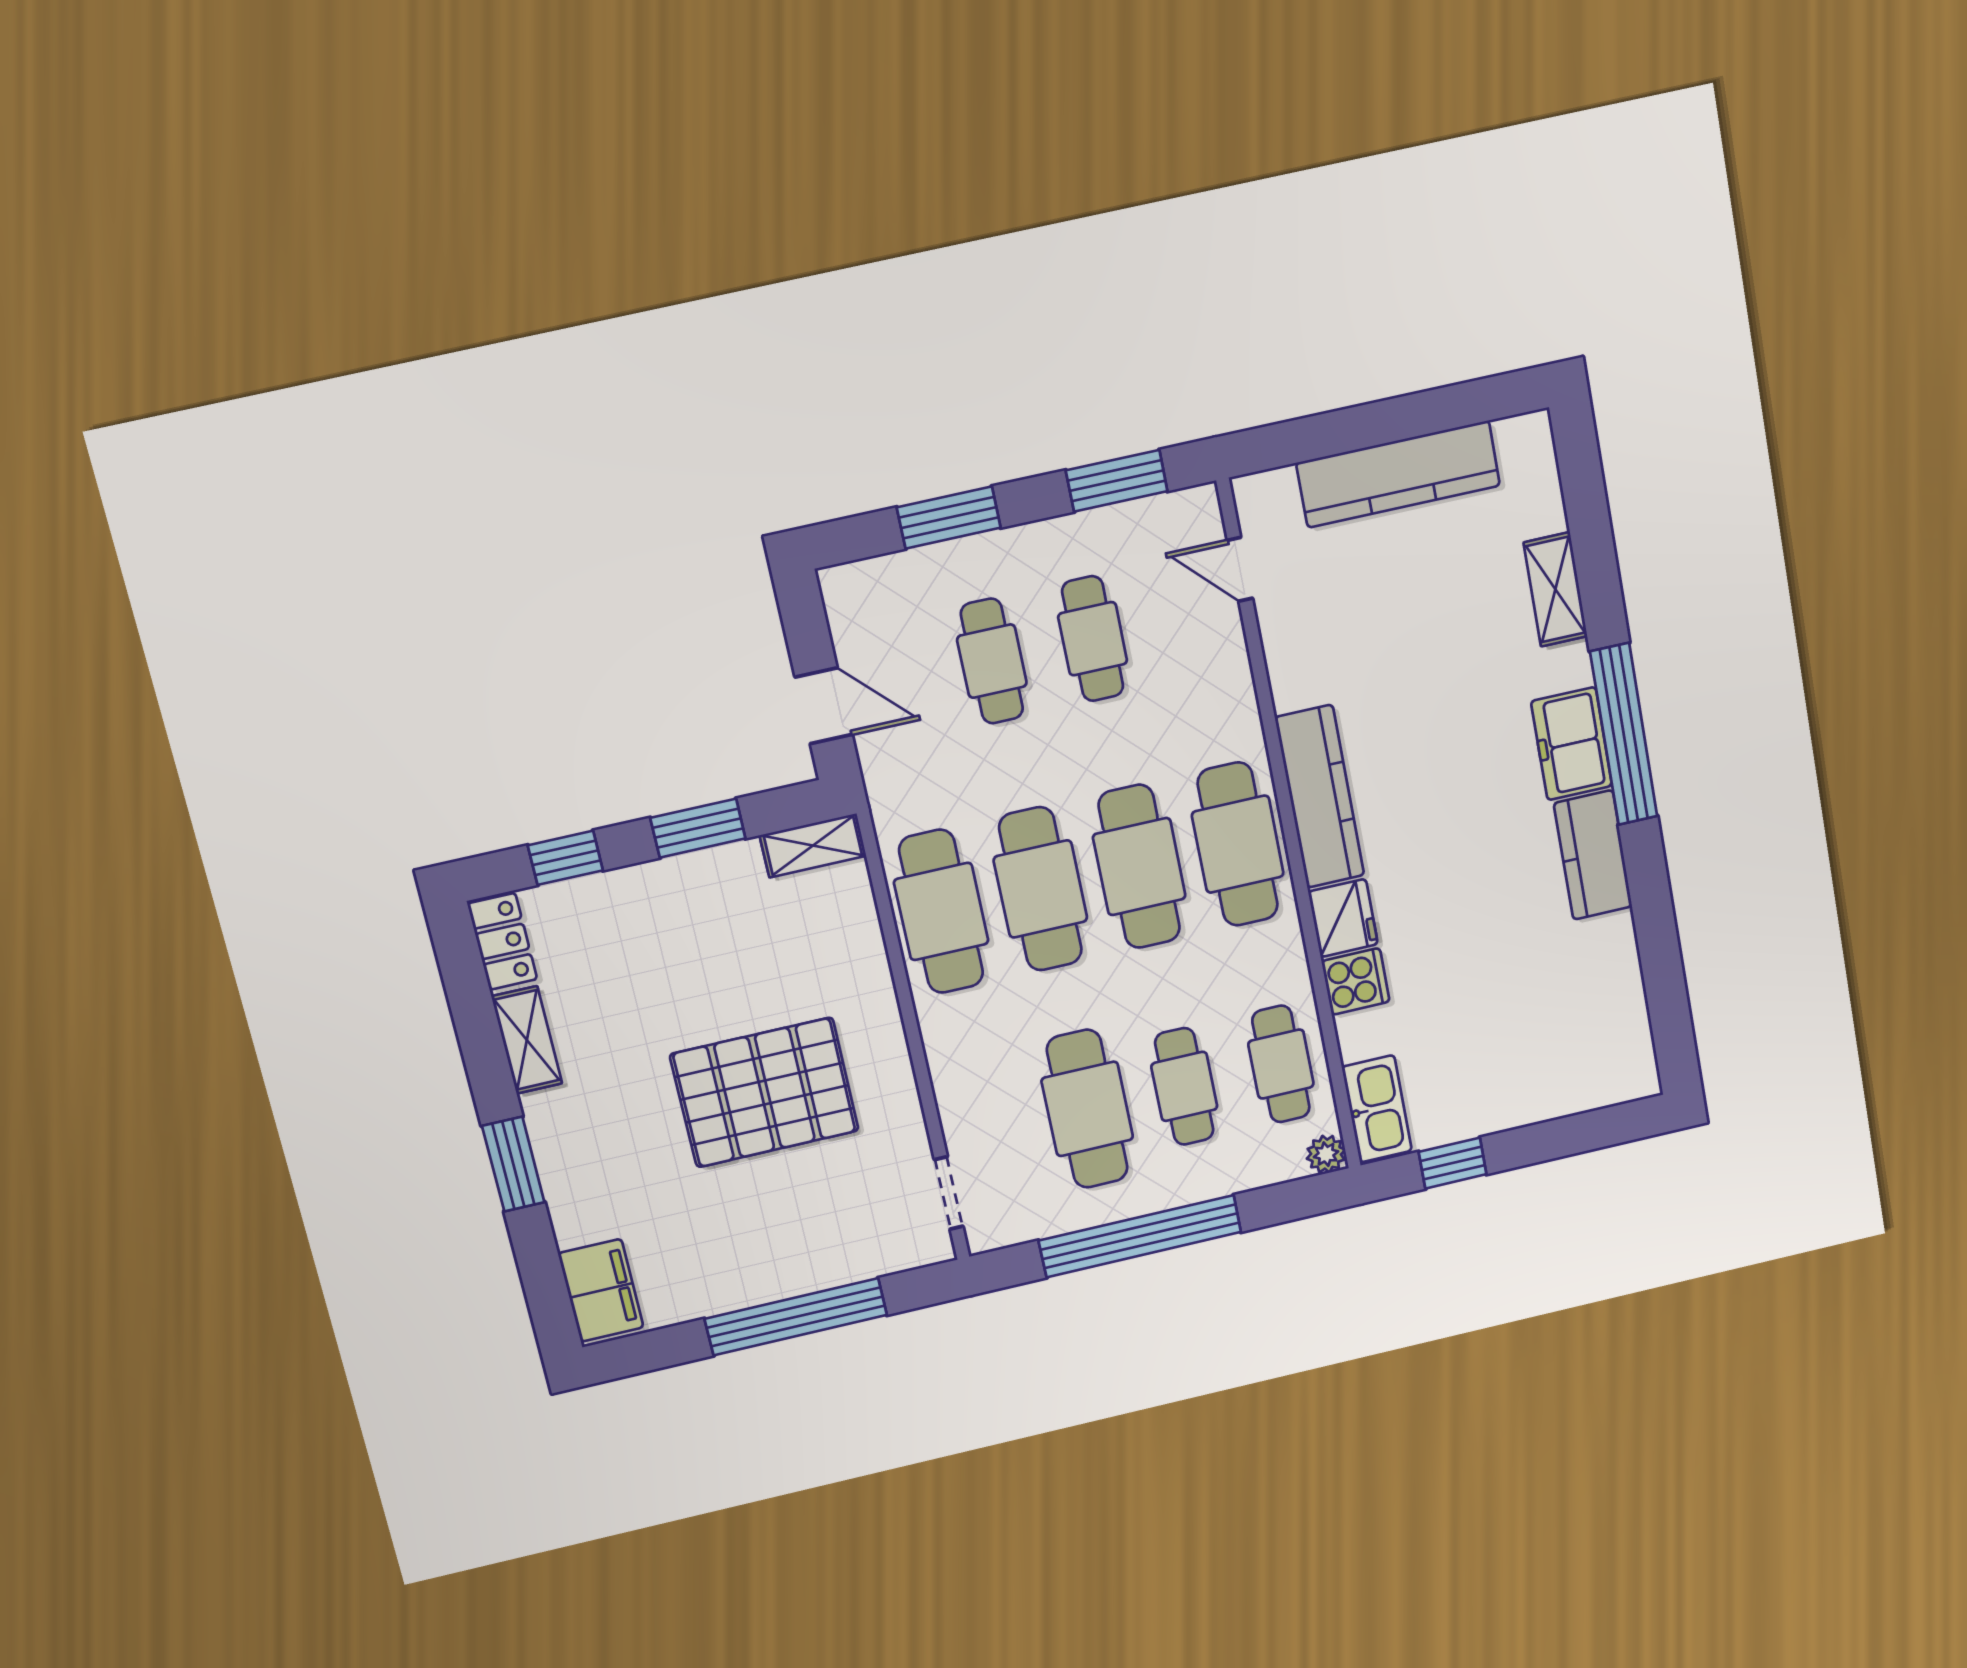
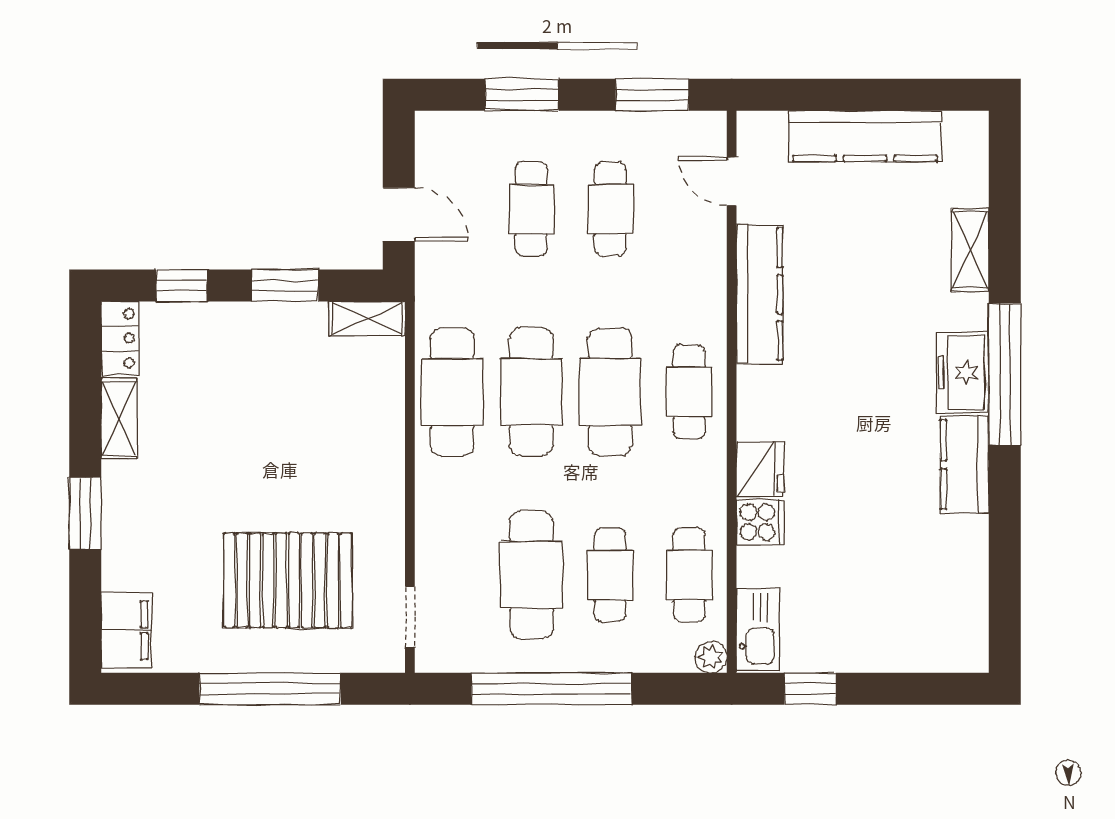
kitchen counter: (1320, 797) -> (759, 294), moved
cafe table: (1238, 844) -> (689, 392), width x0.73, depth x0.74
pallet: (765, 1093) -> (288, 580), moved

